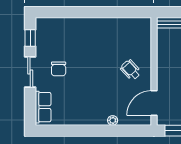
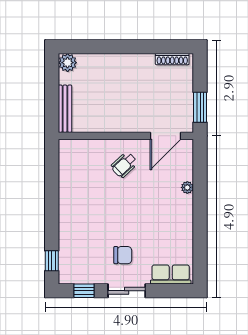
window: (54, 12) -> (52, 261), added
door: (154, 103) -> (166, 136), hinge flipped

